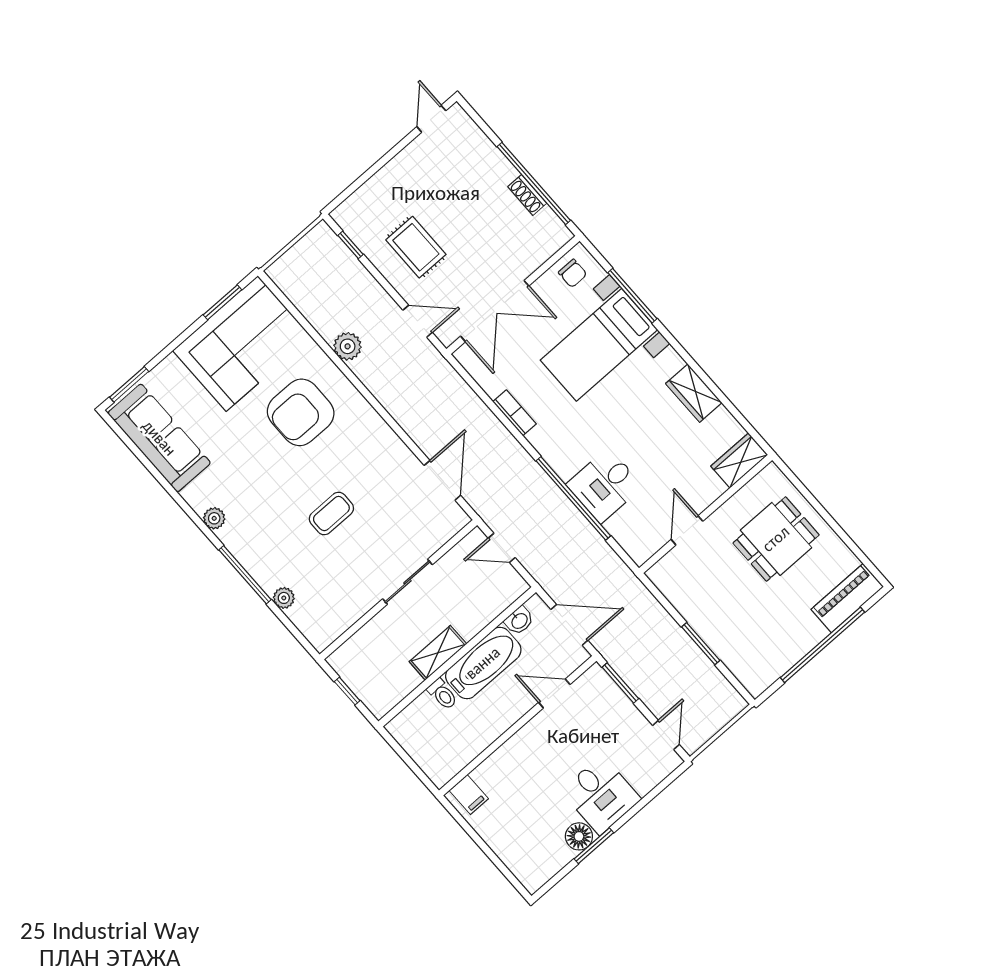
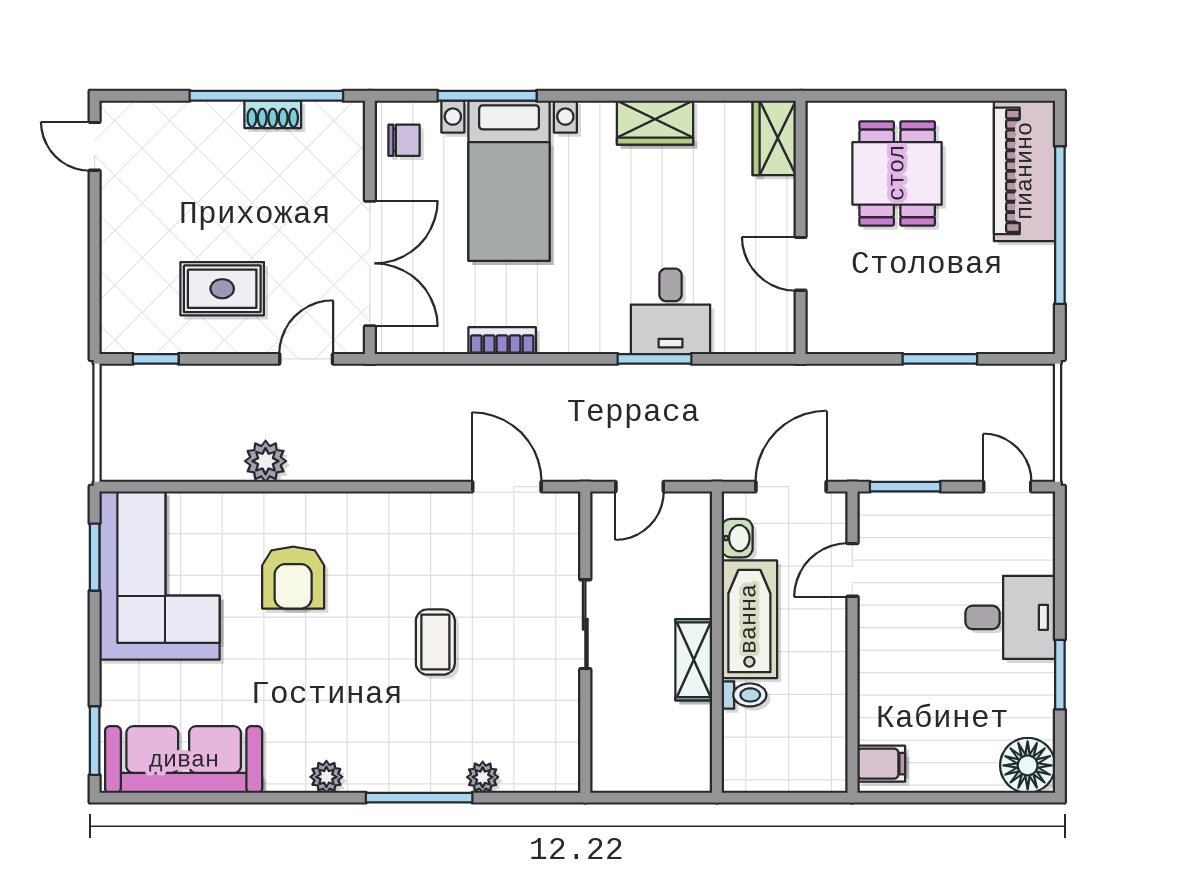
armchair: (301, 412) -> (293, 578), width x0.73, depth x0.73
window: (573, 498) -> (654, 359), width x0.47
piano: (847, 598) -> (1025, 171), width x1.37, depth x1.33
window: (347, 691) -> (648, 798), removed
floor lamp: (579, 836) -> (1028, 765), moved, width x1.38, depth x1.38

